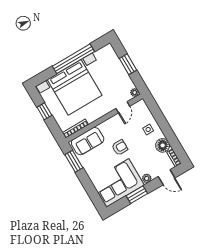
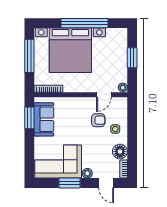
window: (44, 111) -> (29, 56), width x2.17
sofa: (88, 141) -> (44, 119), moved, turned -90
armchair: (120, 148) -> (98, 120), moved

